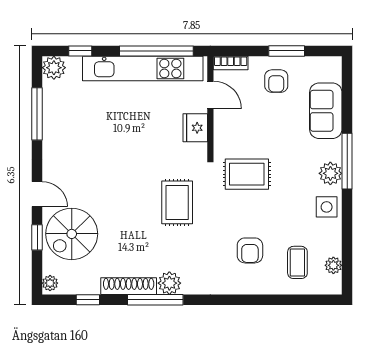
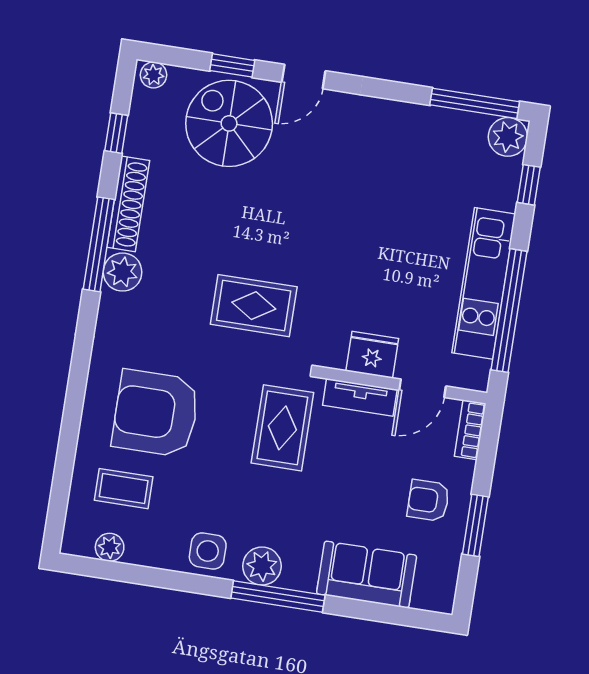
kitchen unit: (143, 68) -> (484, 283), width x0.73
window: (37, 114) -> (475, 103), moved
tv unit: (222, 131) -> (360, 397), added
armchair: (250, 250) -> (156, 413), width x1.88, depth x1.88

